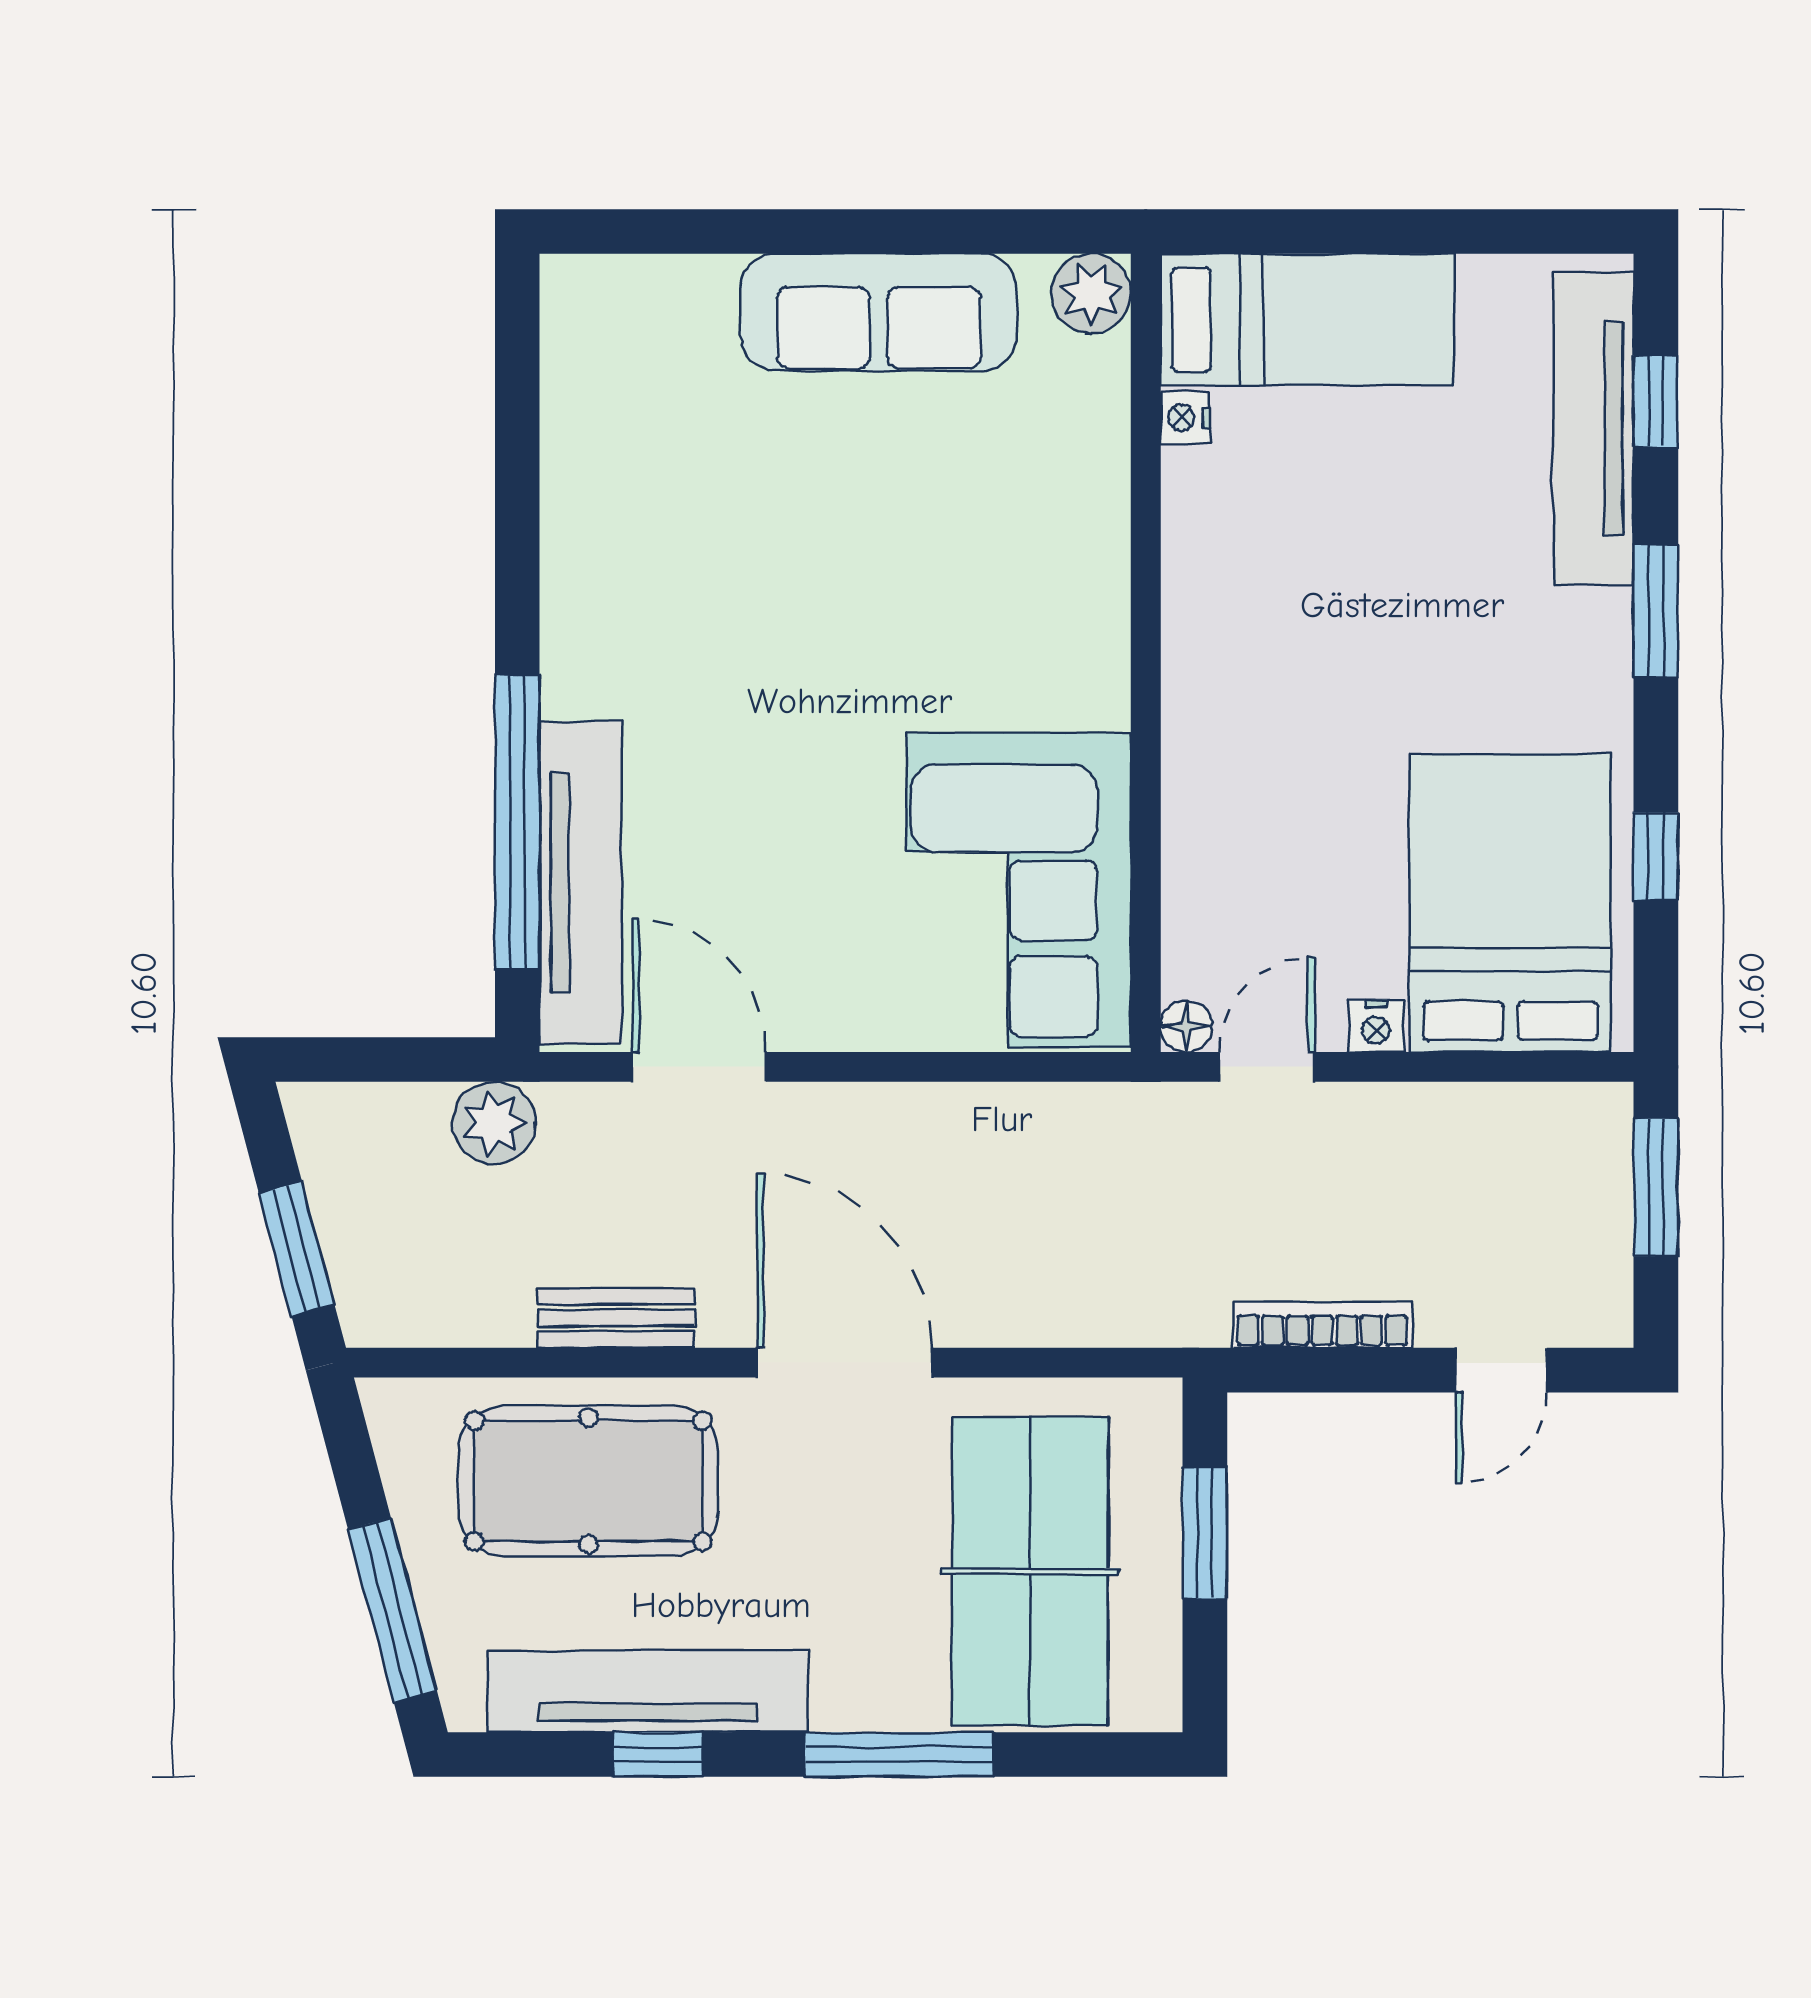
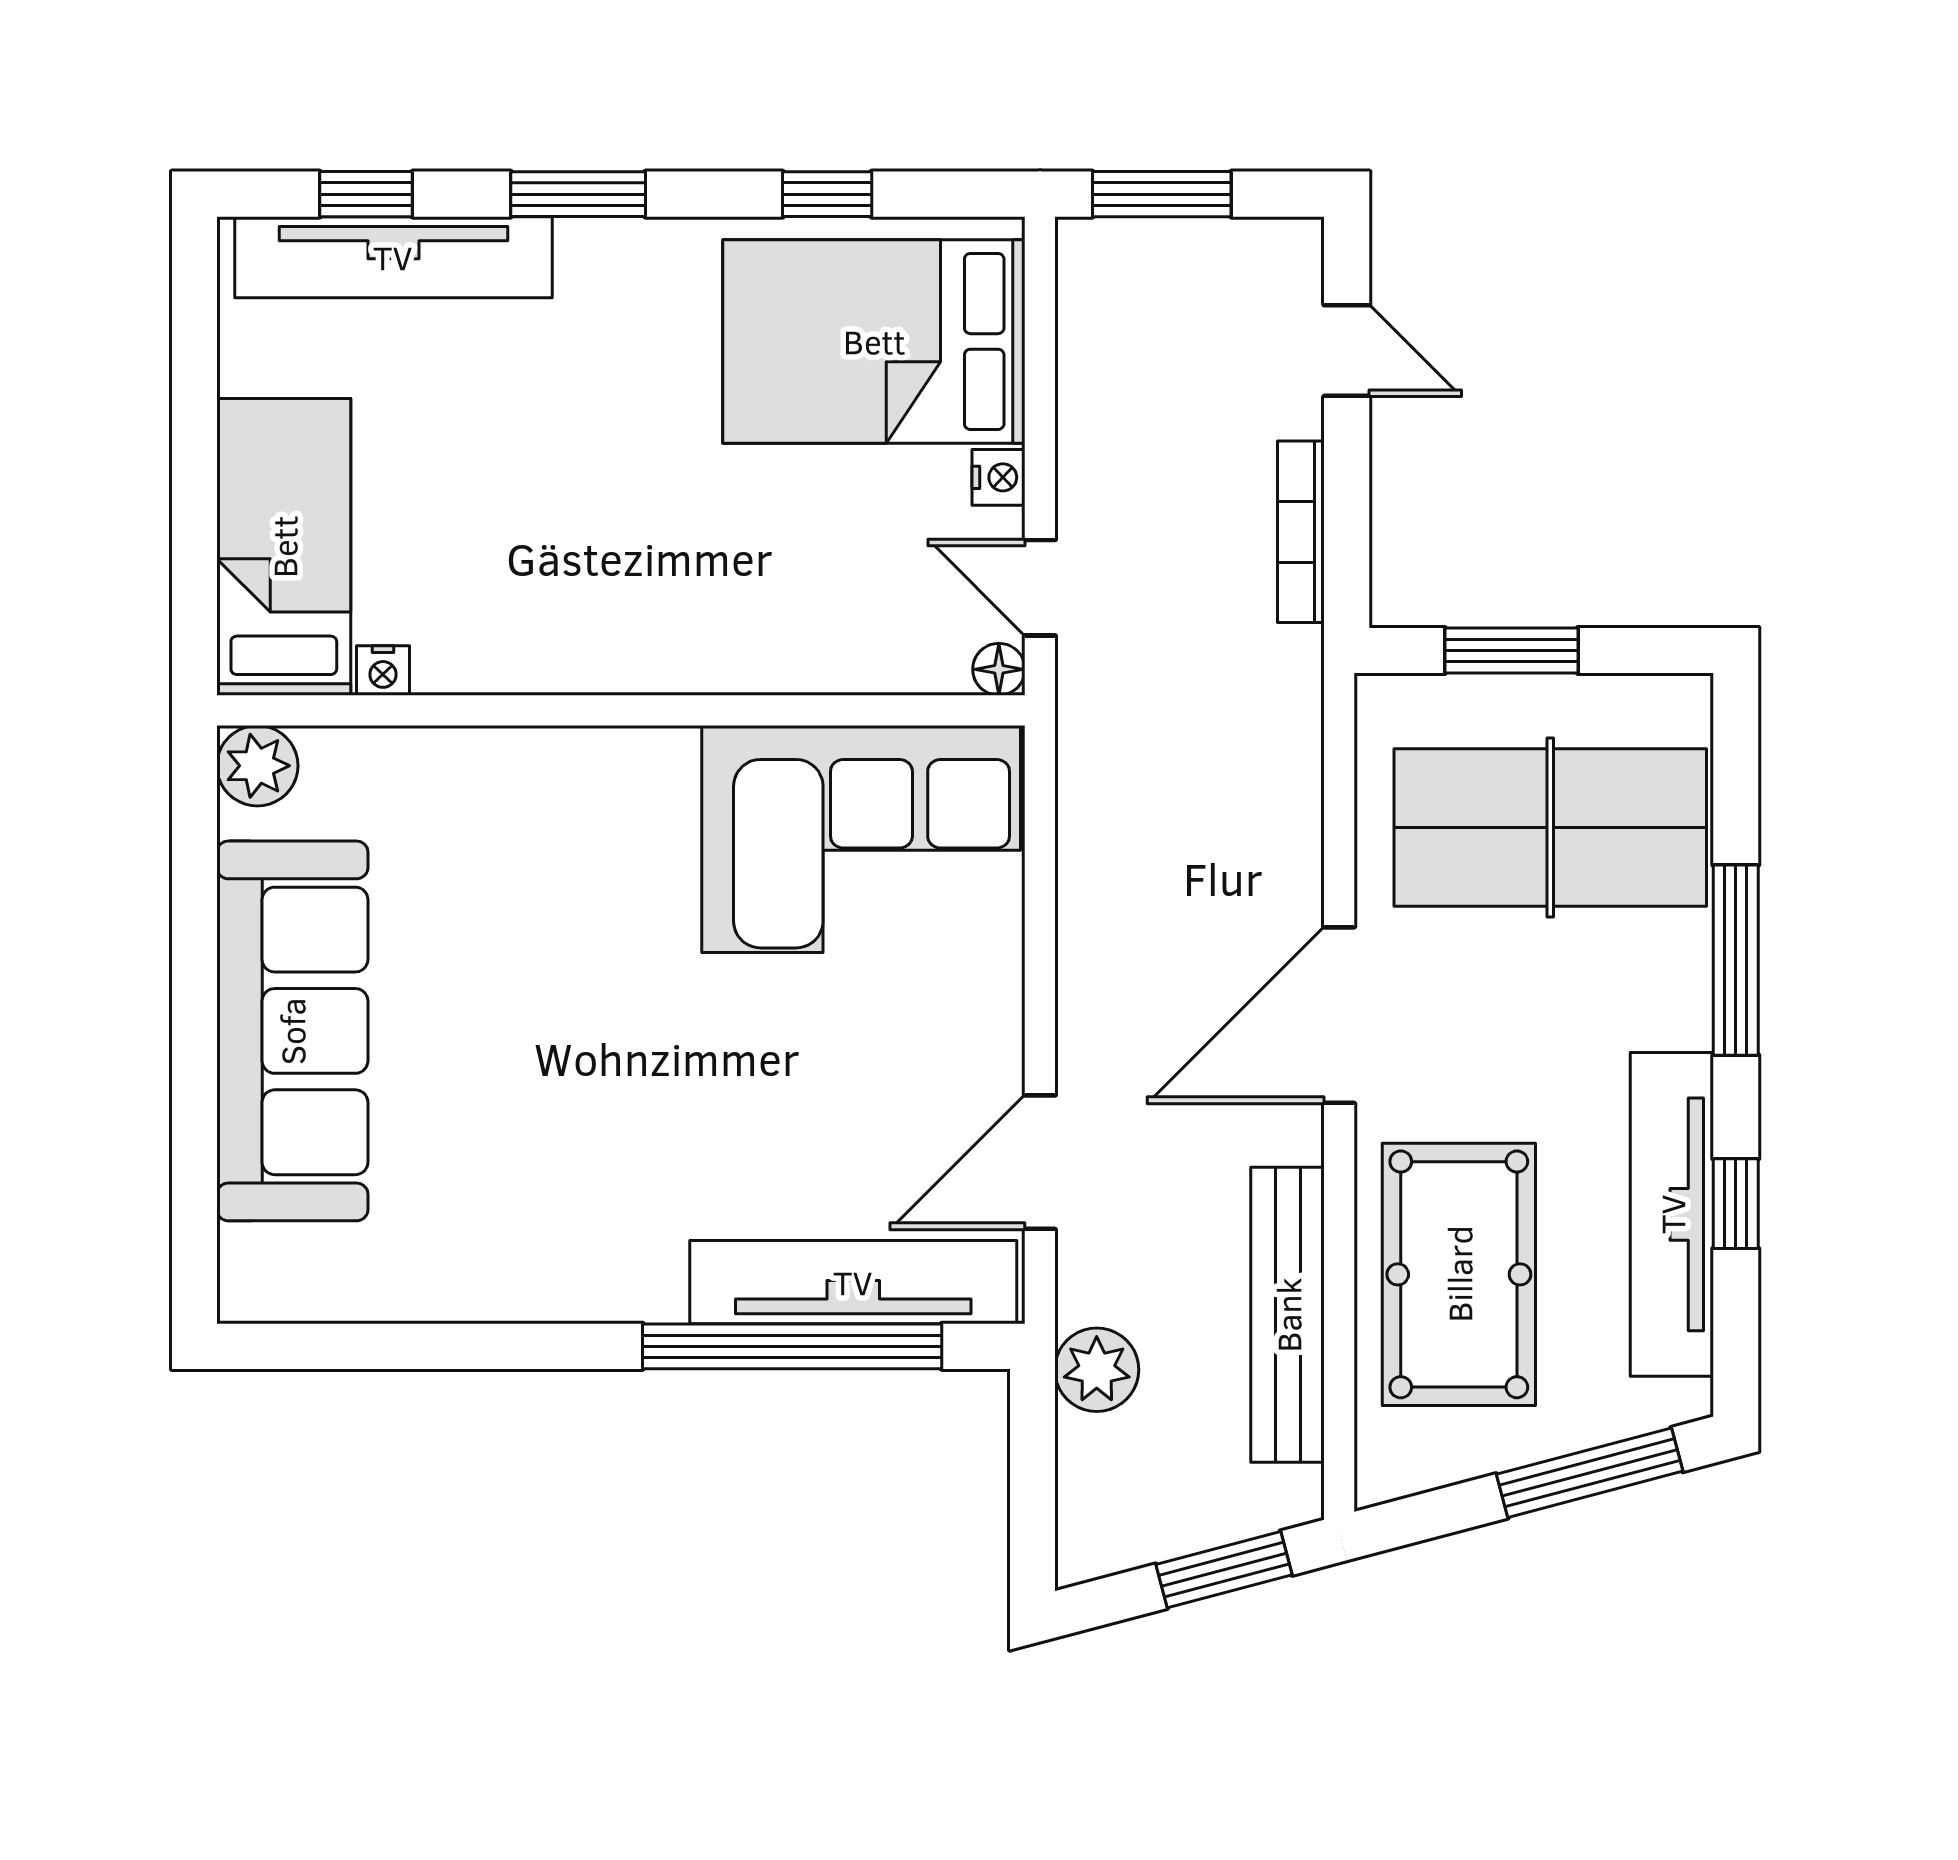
sofa: (879, 312) -> (292, 1031), width x1.36, depth x1.27
bench: (616, 1318) -> (1288, 1315), width x1.86, depth x1.21

